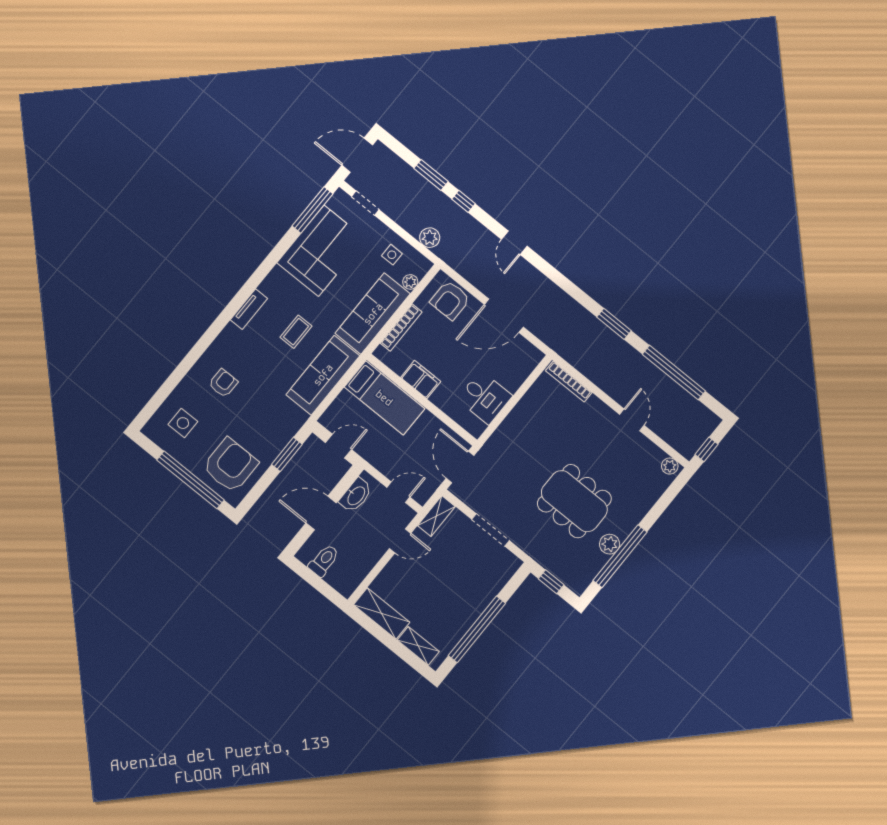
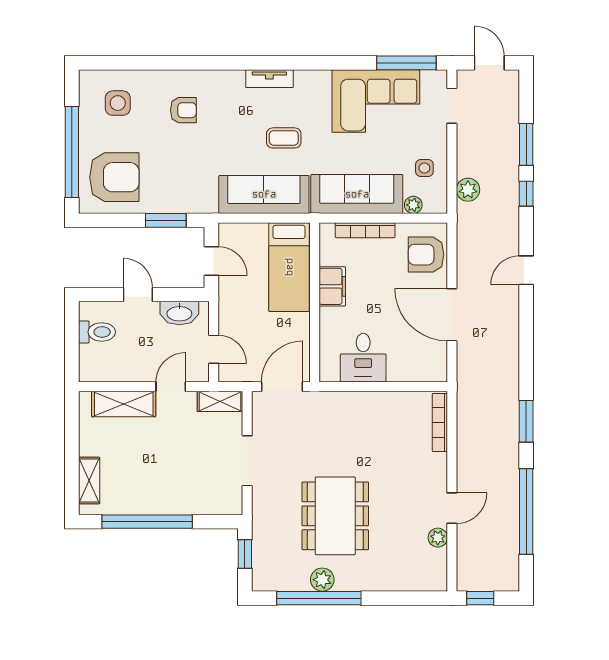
door: (357, 155) -> (489, 63), width x0.73
plant: (670, 466) -> (438, 538), moved
door: (321, 513) -> (138, 295), width x0.73
door: (400, 541) -> (171, 387), swing flipped
shelving: (382, 613) -> (124, 404), moved, turned 90

